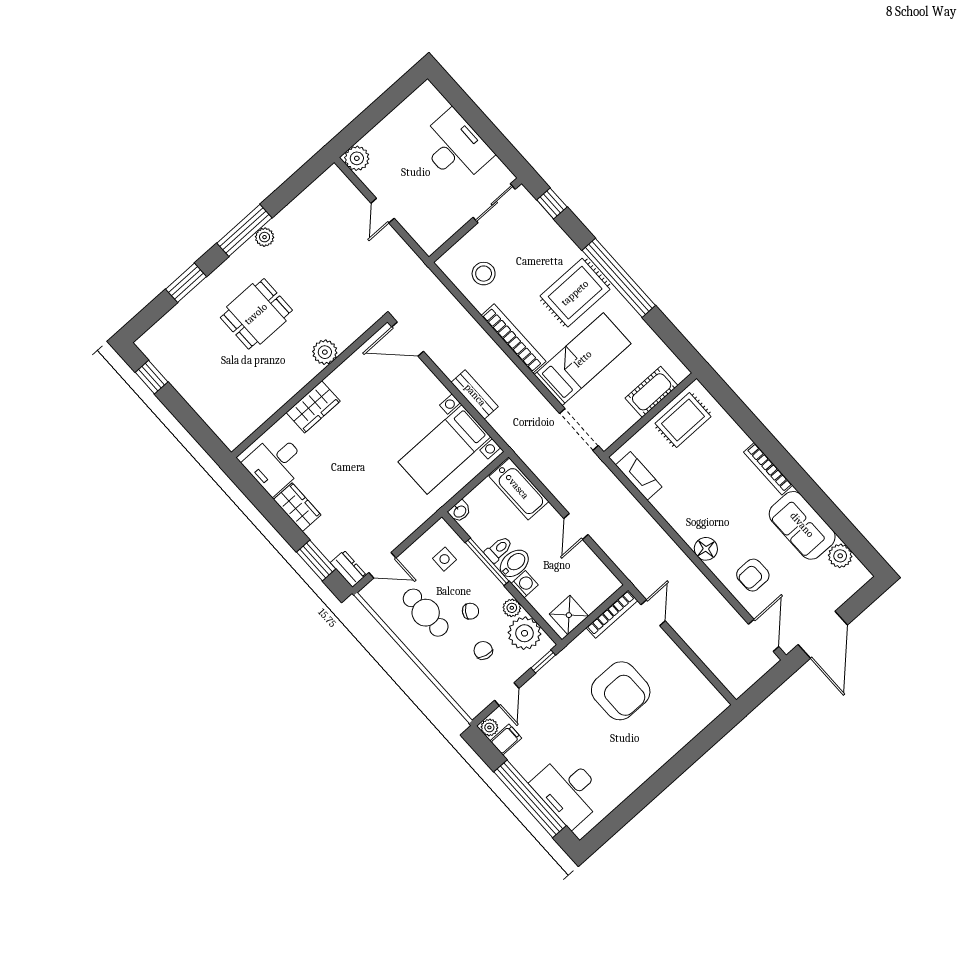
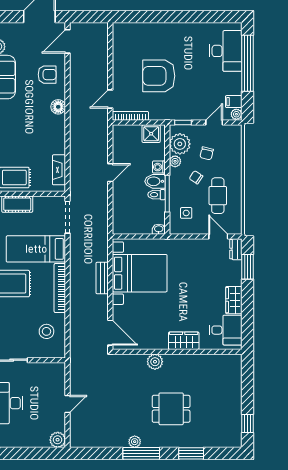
bed with nightstands: (444, 449) -> (140, 273), width x1.36
bathtub: (519, 489) -> (121, 215), removed
armchair: (621, 691) -> (159, 76), turned -90

